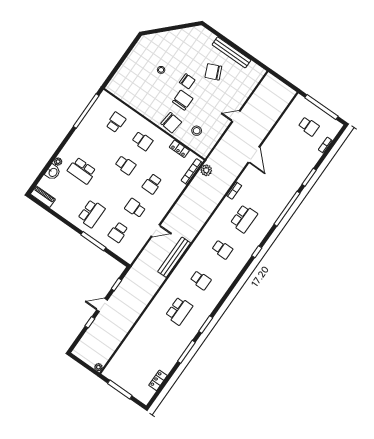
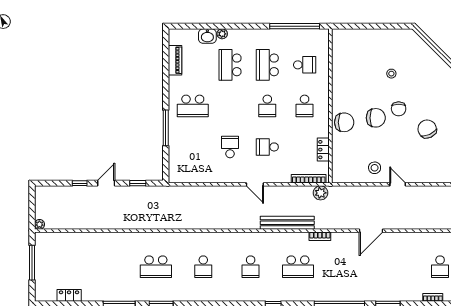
chair: (171, 123) -> (344, 122), turned -96
stool: (197, 131) -> (375, 168), moved
piano: (43, 197) -> (175, 60), moved
door: (156, 231) -> (255, 184), moved
school desk: (118, 232) -> (267, 65), moved, width x1.85
bench: (174, 257) -> (287, 223), moved
door: (102, 305) -> (106, 183), hinge flipped

